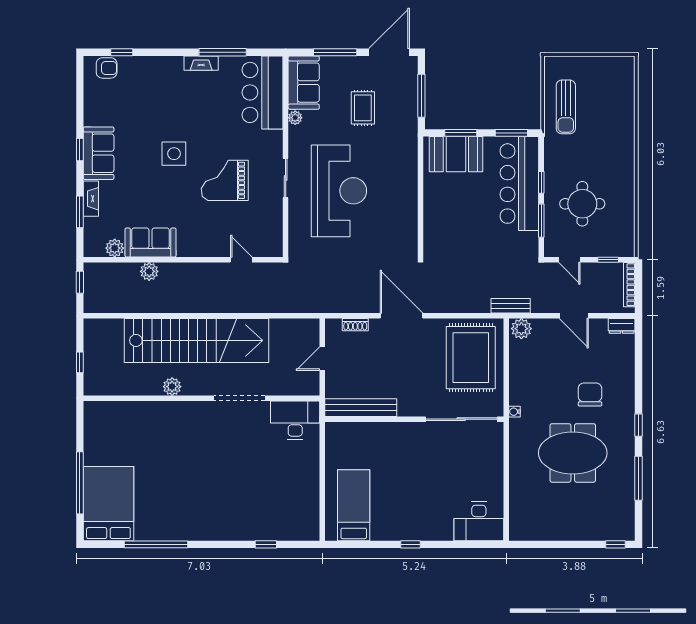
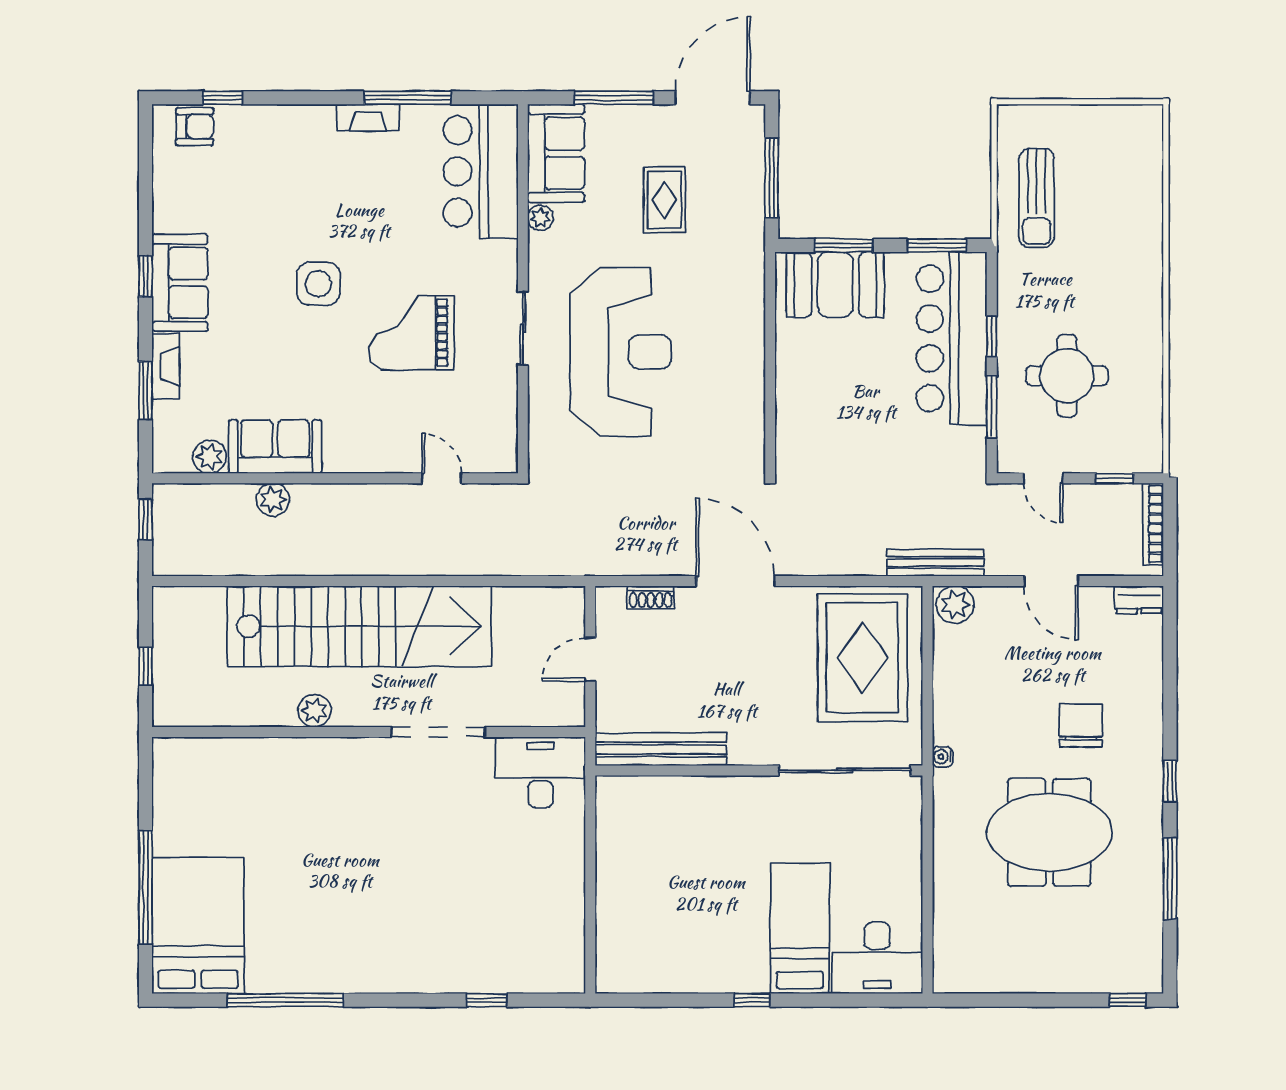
bench: (511, 306) -> (936, 563), width x1.36
bed: (354, 505) -> (800, 928), moved

